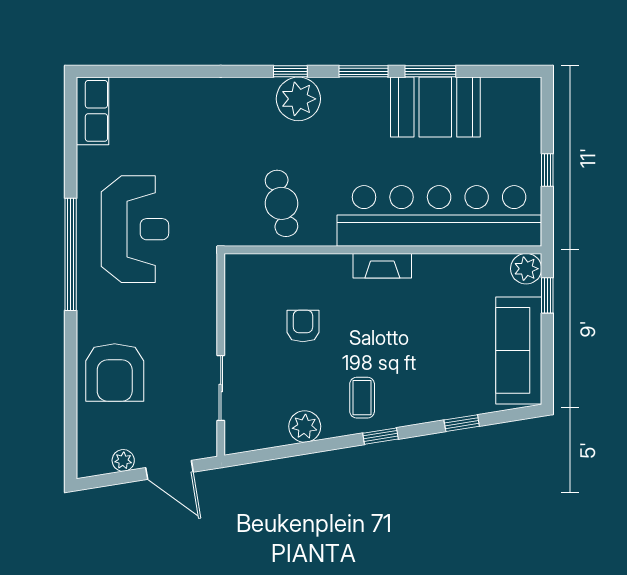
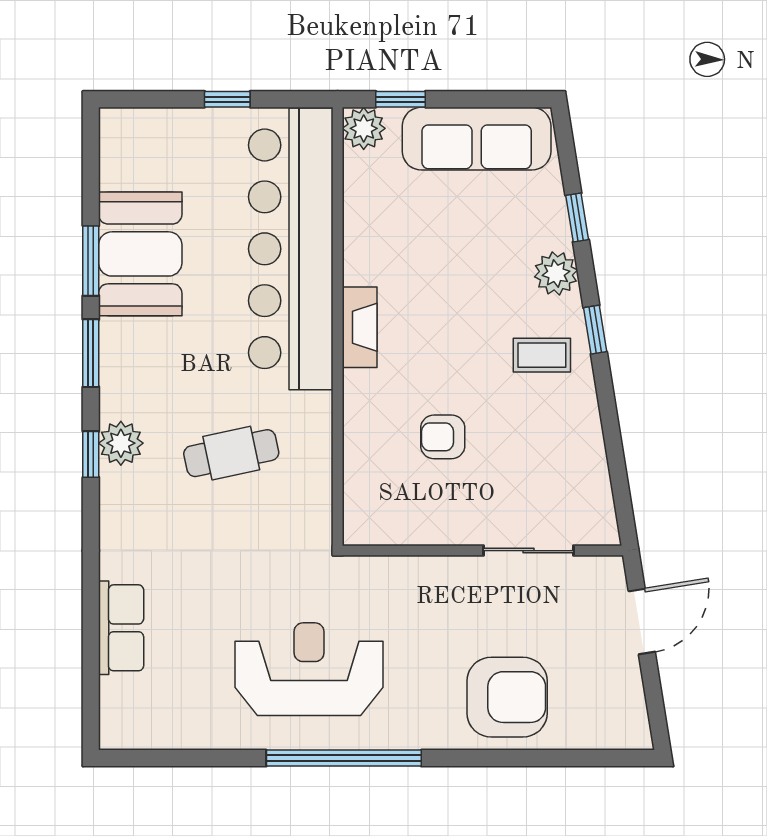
plant: (298, 99) -> (121, 443), width x0.73, depth x0.73
row of seats: (93, 111) -> (121, 628), moved, turned 90
cafe table: (281, 203) -> (231, 453), moved
plant: (305, 426) -> (556, 273), moved
plant: (123, 460) -> (629, 685), removed

